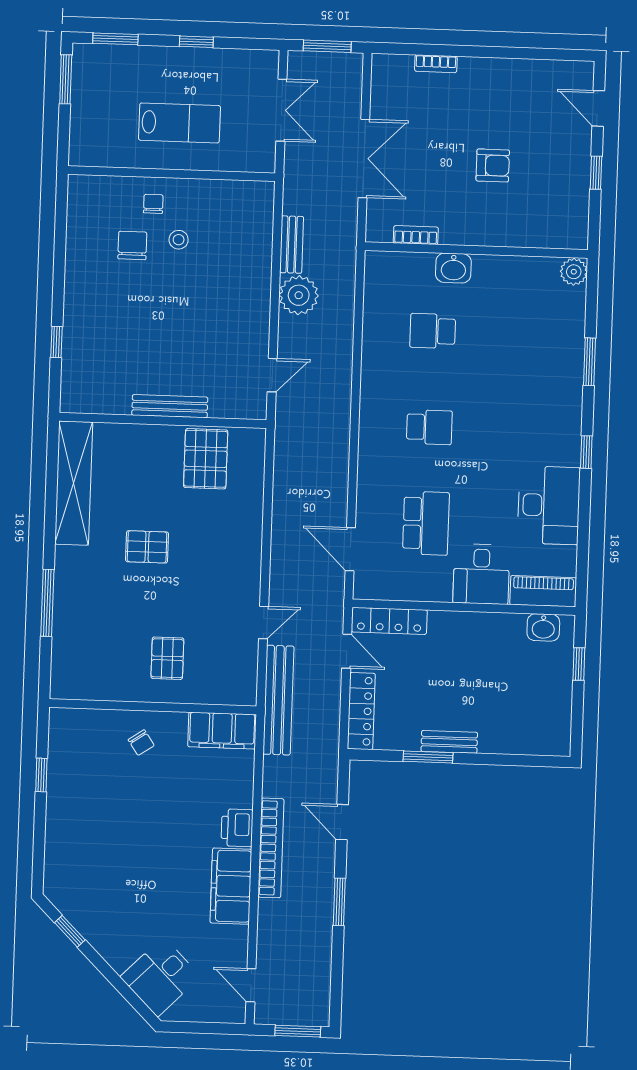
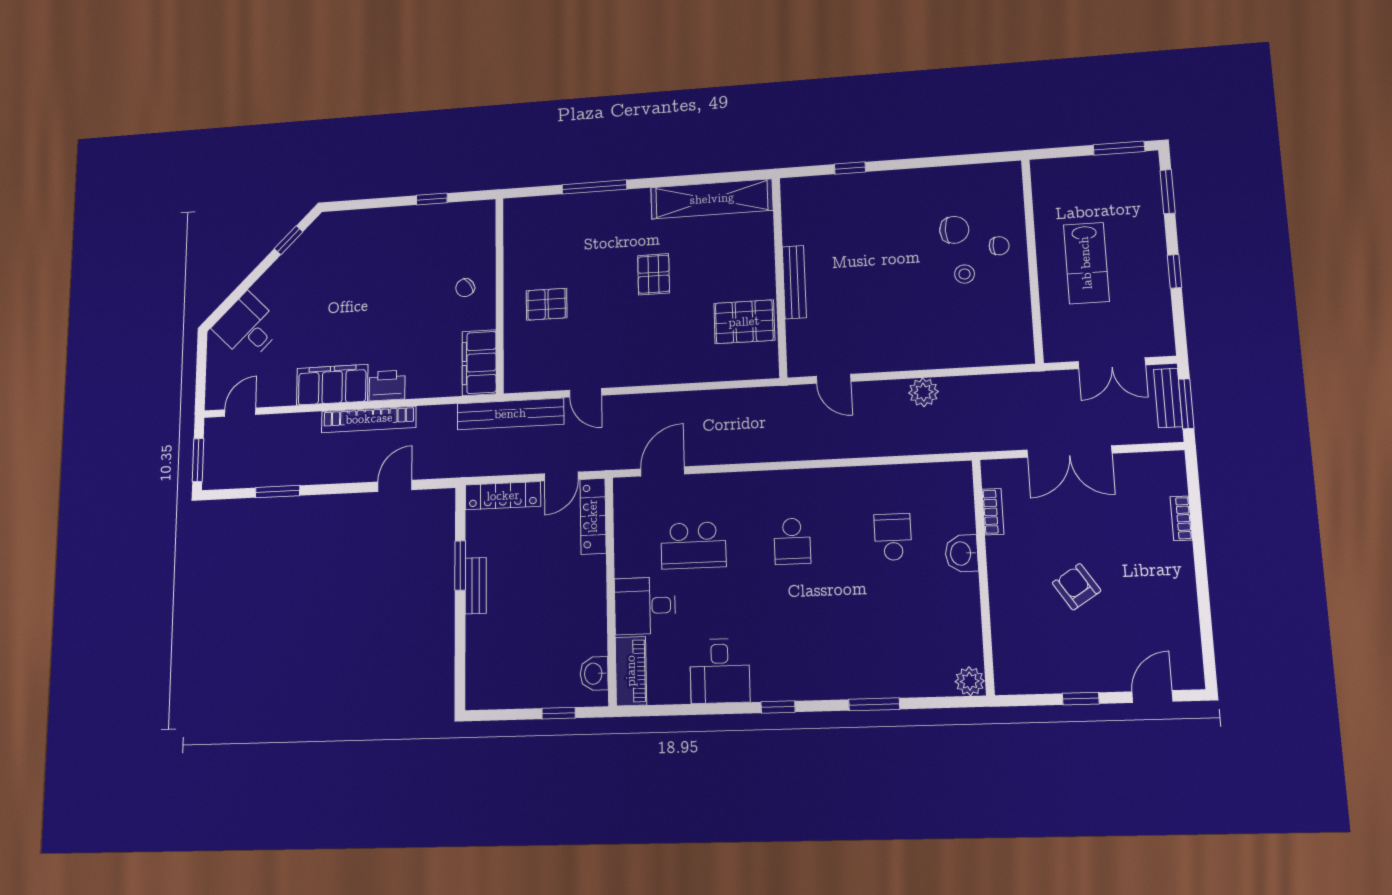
armchair: (493, 165) -> (1077, 587), turned 147
bench: (292, 245) -> (1168, 398), moved, turned 90
plant: (299, 295) -> (923, 392), width x0.73, depth x0.73
desk: (549, 505) -> (720, 671), width x0.73
window: (339, 902) -> (278, 492), moved

